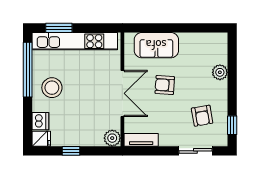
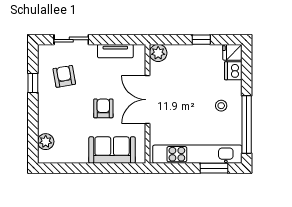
plant: (220, 72) -> (46, 142), moved
armchair: (165, 85) -> (103, 108), turned -94
stool: (52, 88) -> (221, 106), width x0.53, depth x0.53
window: (232, 125) -> (33, 83), moved
tv unit: (141, 140) -> (115, 51), moved

